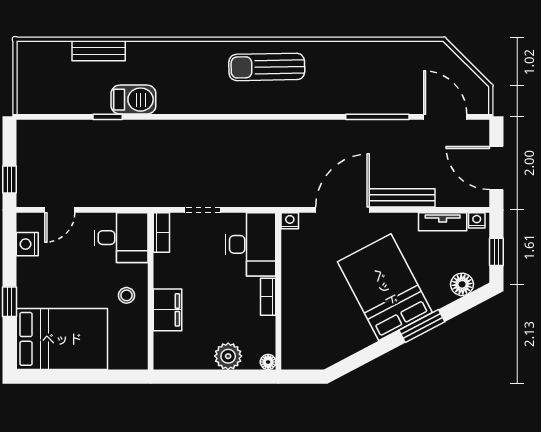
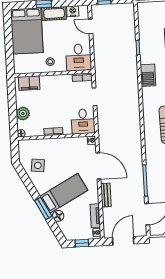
barbecue: (133, 100) -> (148, 75), moved
bench: (402, 198) -> (106, 195), width x0.73
desk: (251, 244) -> (83, 121), width x0.73
cot: (30, 282) -> (54, 13), added
floor lamp: (462, 284) -> (58, 216), moved
bed: (385, 287) -> (64, 193), width x0.67
filing cabinet: (168, 310) -> (29, 83), moved
side table: (335, 332) -> (38, 165), added

